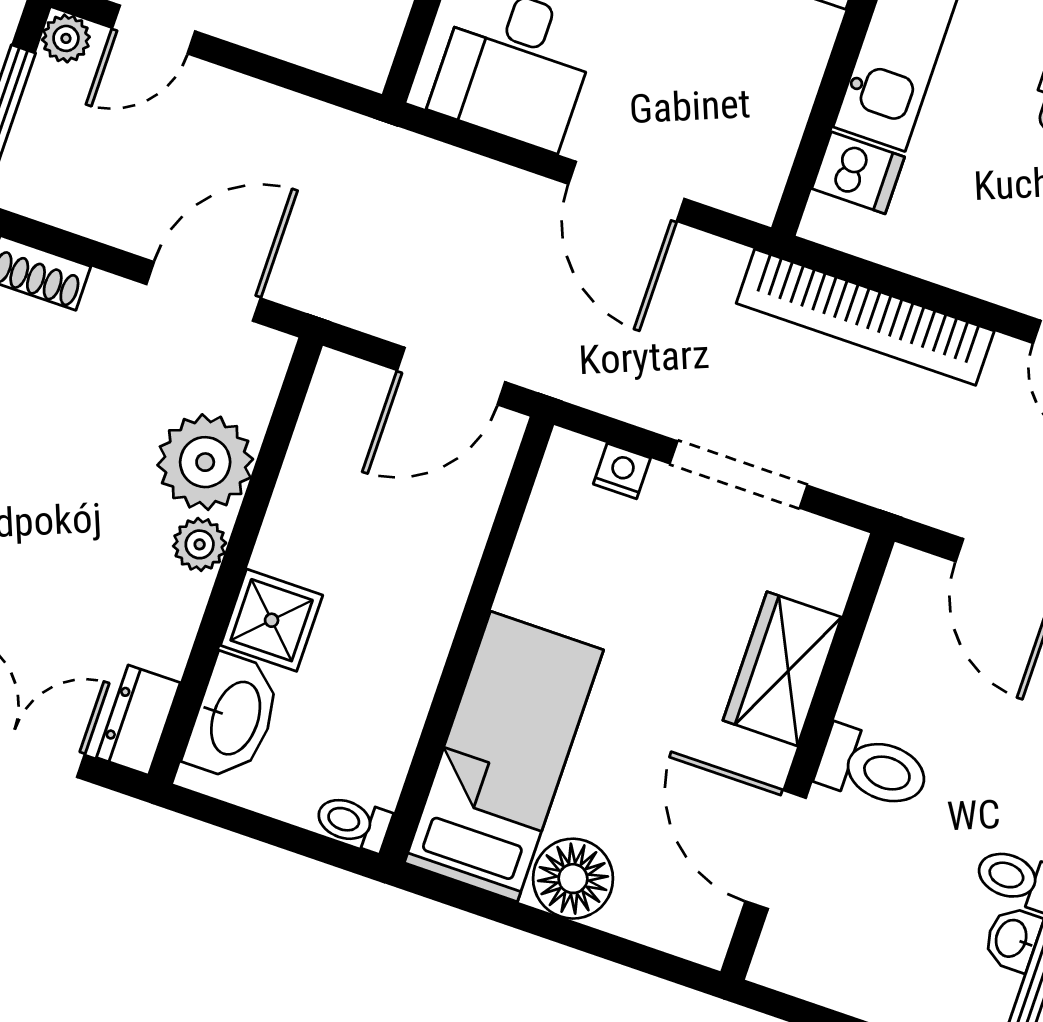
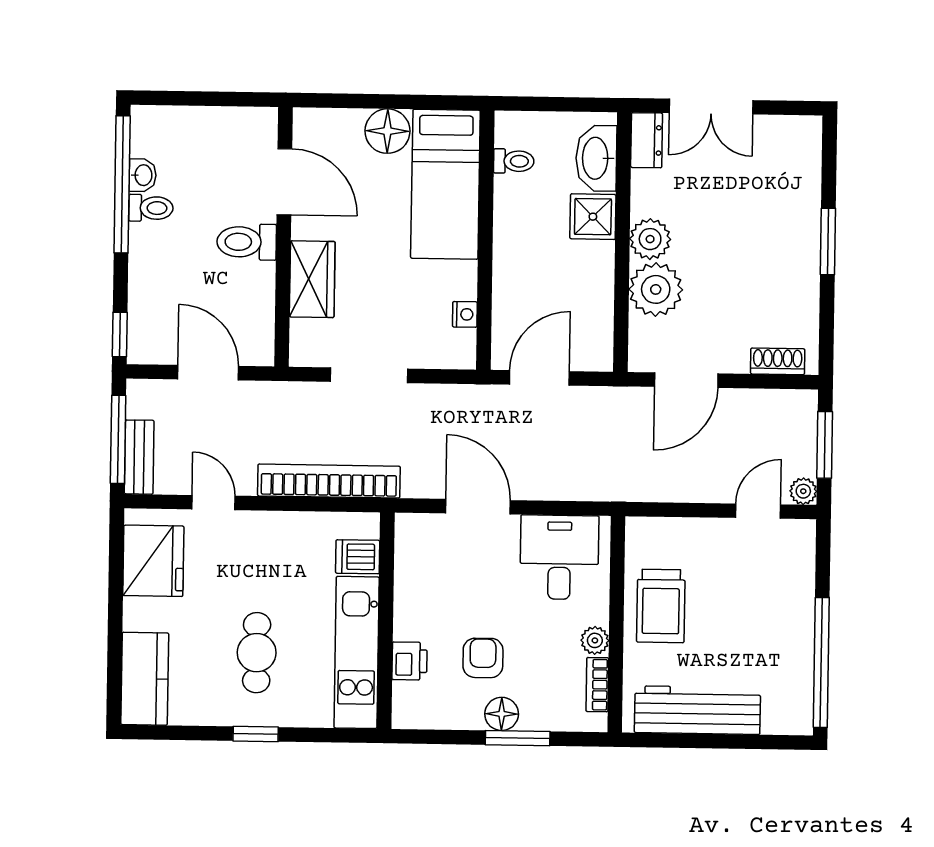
nightstand: (622, 471) -> (465, 314), moved, turned -90
plant: (200, 544) -> (650, 239), width x1.38, depth x1.38
toilet: (353, 822) -> (514, 161), moved

